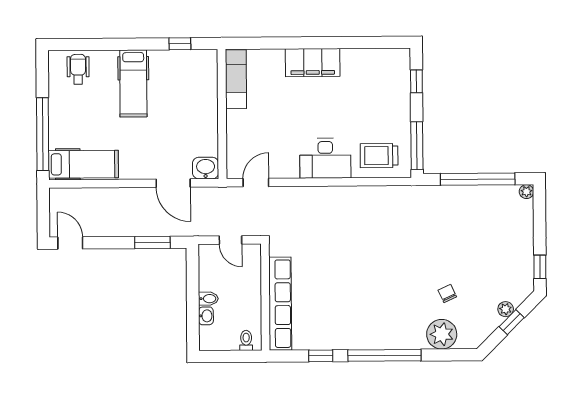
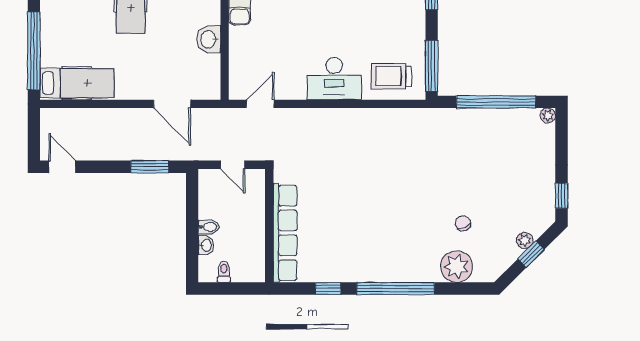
washbasin: (206, 168) -> (209, 39), moved, turned -90
toilet: (246, 340) -> (224, 272), moved

